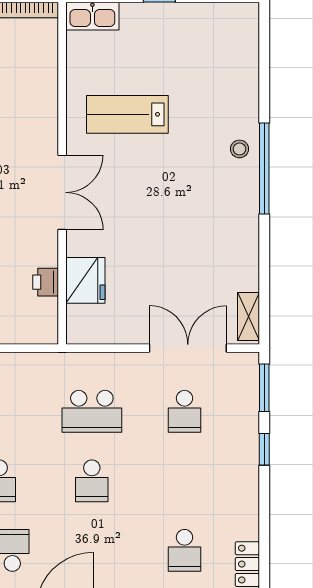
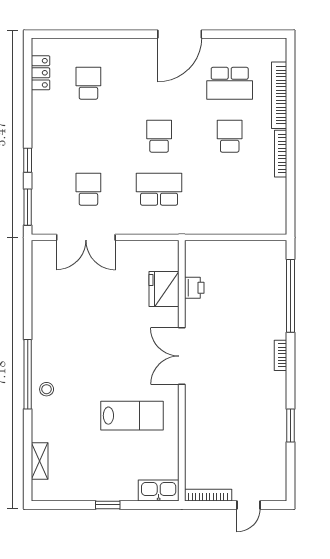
shelving: (248, 317) -> (40, 461), moved

